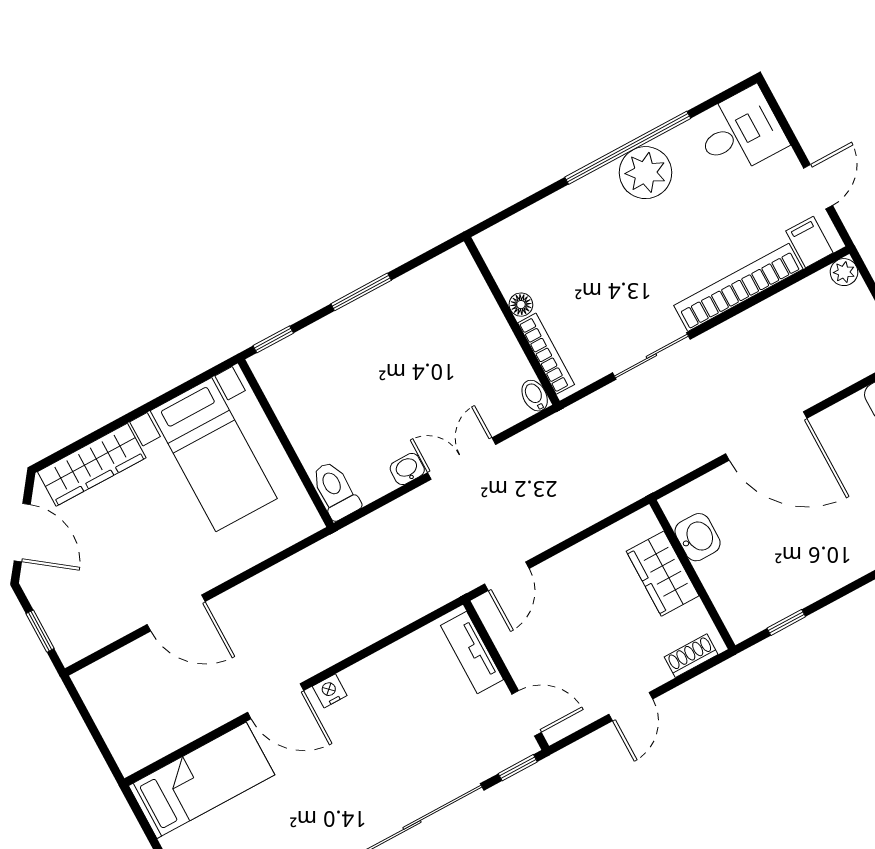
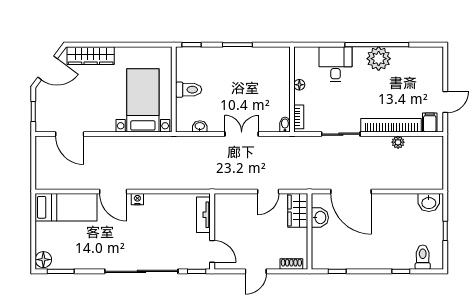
desk: (740, 132) -> (336, 64), moved, turned -90
plant: (844, 272) -> (398, 142), moved
bookcase: (546, 354) -> (299, 117), width x0.64
door: (766, 436) -> (351, 192), moved
bed with nightstands: (214, 455) -> (143, 100), moved, turned 180
washbasin: (407, 469) -> (200, 126), moved
toilet: (335, 490) -> (189, 90), moved, turned 90
door: (22, 533) -> (48, 68), hinge flipped
wardrobe: (663, 574) -> (298, 210), moved
door: (507, 576) -> (268, 192), moved
door: (176, 613) -> (70, 134), moved

